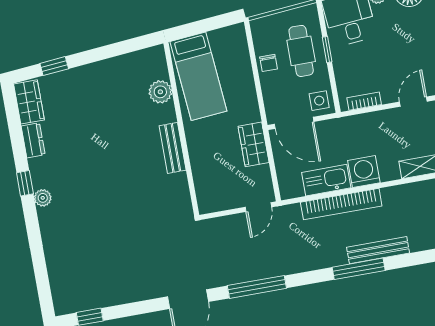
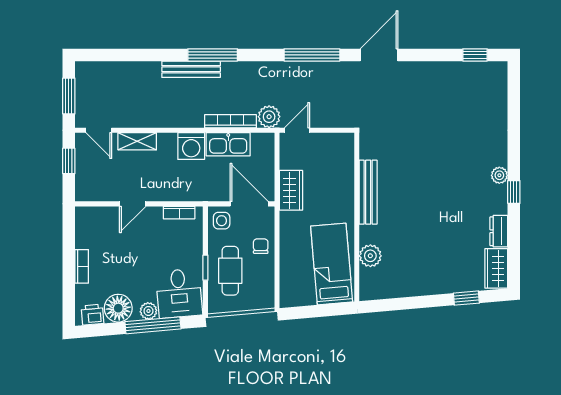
chair: (268, 63) -> (261, 246), moved
bench: (173, 148) -> (368, 192), width x1.36
bookcase: (341, 204) -> (231, 121), width x0.68, depth x0.76
plant: (289, 216) -> (269, 117), added

